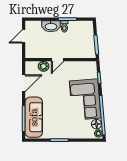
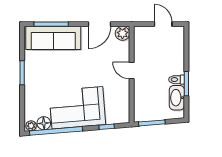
washbasin: (51, 26) -> (177, 98), moved
plant: (44, 66) -> (122, 33), moved
door: (24, 83) -> (99, 24), hinge flipped

